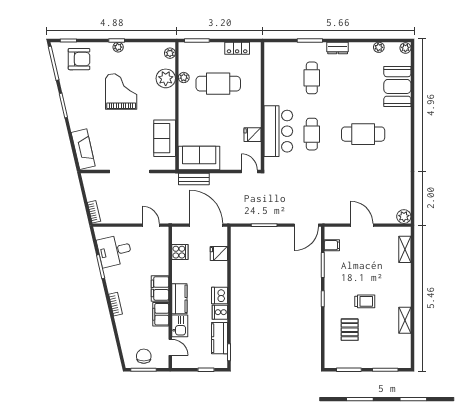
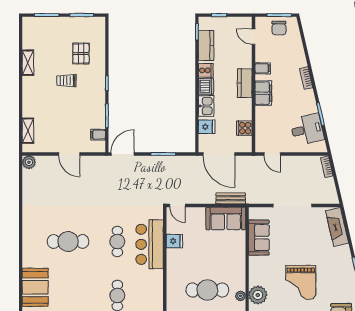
filing cabinet: (161, 314) -> (263, 68), width x0.50
kitchen sink: (180, 326) -> (206, 106), moved, turned 180

